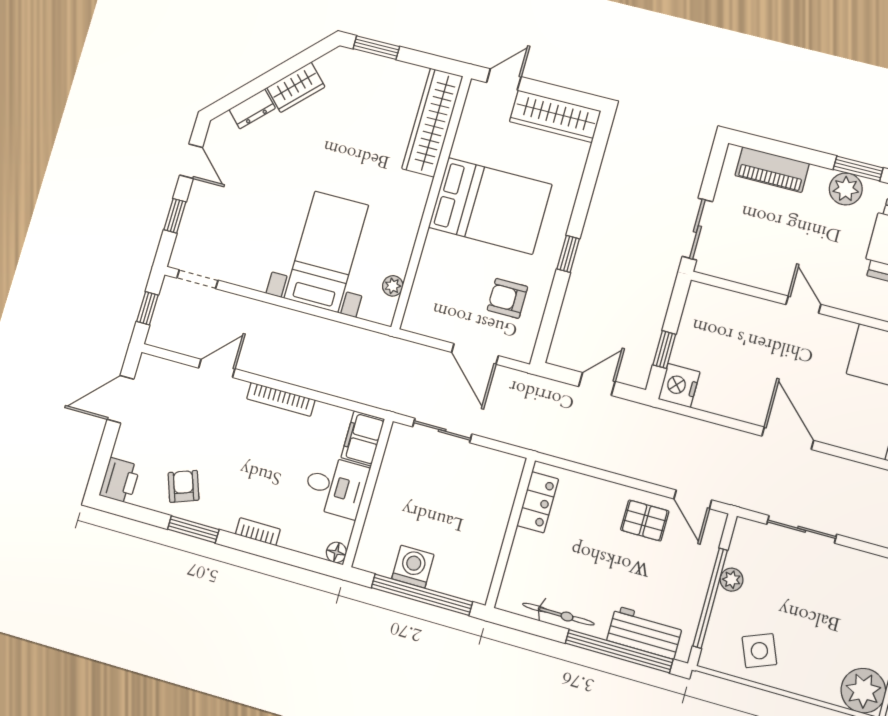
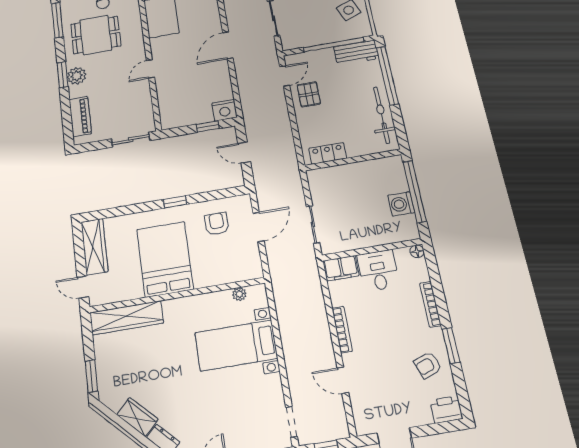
armchair: (507, 298) -> (217, 224), turned 180
bookcase: (258, 532) -> (430, 304), width x1.56
plant: (732, 580) -> (318, 39), removed
bicycle: (558, 614) -> (382, 115), width x1.37, depth x1.40
workbench: (645, 632) -> (356, 53), moved, turned -90

